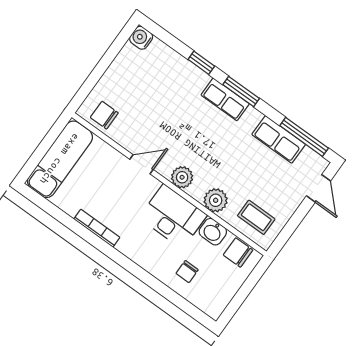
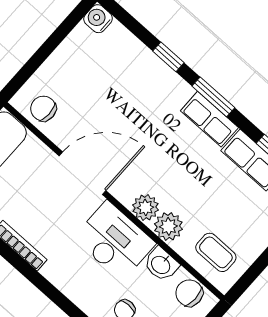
row of seats: (225, 99) -> (209, 119), moved
door: (141, 164) -> (83, 173), width x1.88
plant: (182, 177) -> (145, 208), moved

